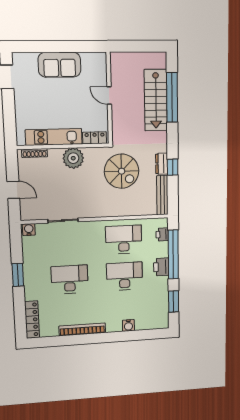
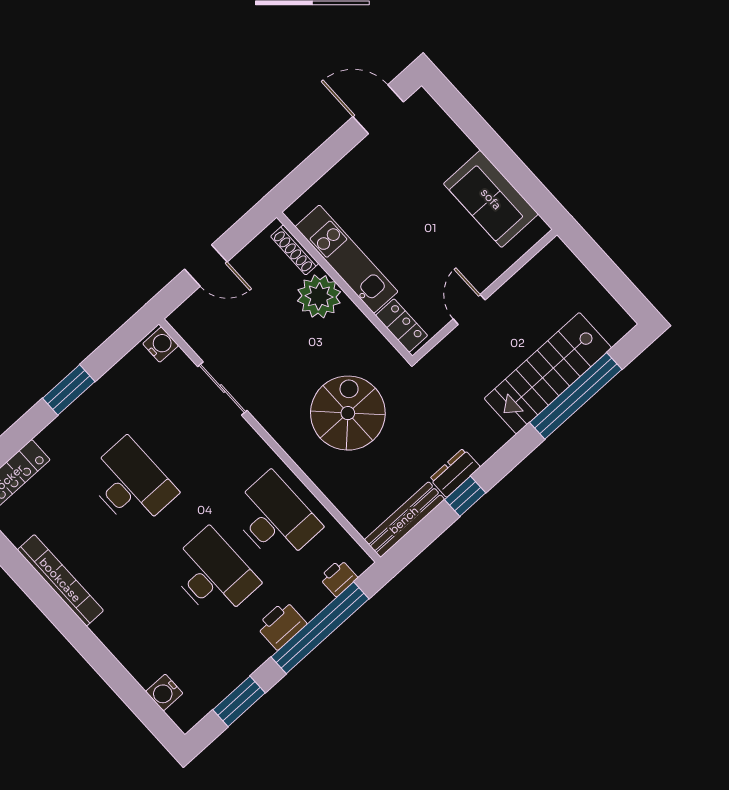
sofa: (60, 65) -> (491, 199), moved
door: (109, 95) -> (469, 309), moved
plant: (73, 158) -> (319, 296), moved
spiral stairs: (122, 171) -> (348, 413), moved, turned 180
door: (13, 190) -> (206, 266), hinge flipped
water cooler: (128, 325) -> (164, 692), moved

